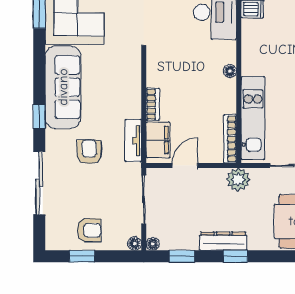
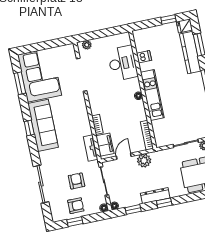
window: (39, 116) -> (29, 128), moved
kitchen unit: (253, 118) -> (152, 95), moved
armchair: (89, 152) -> (76, 181), moved
plant: (238, 180) -> (144, 161), moved

